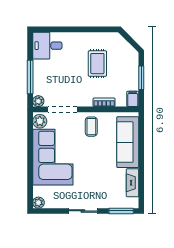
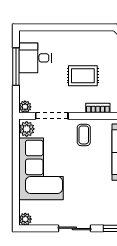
desk: (47, 46) -> (35, 58), moved
rug: (97, 64) -> (83, 76), moved, turned 90
window: (30, 77) -> (16, 67), moved

